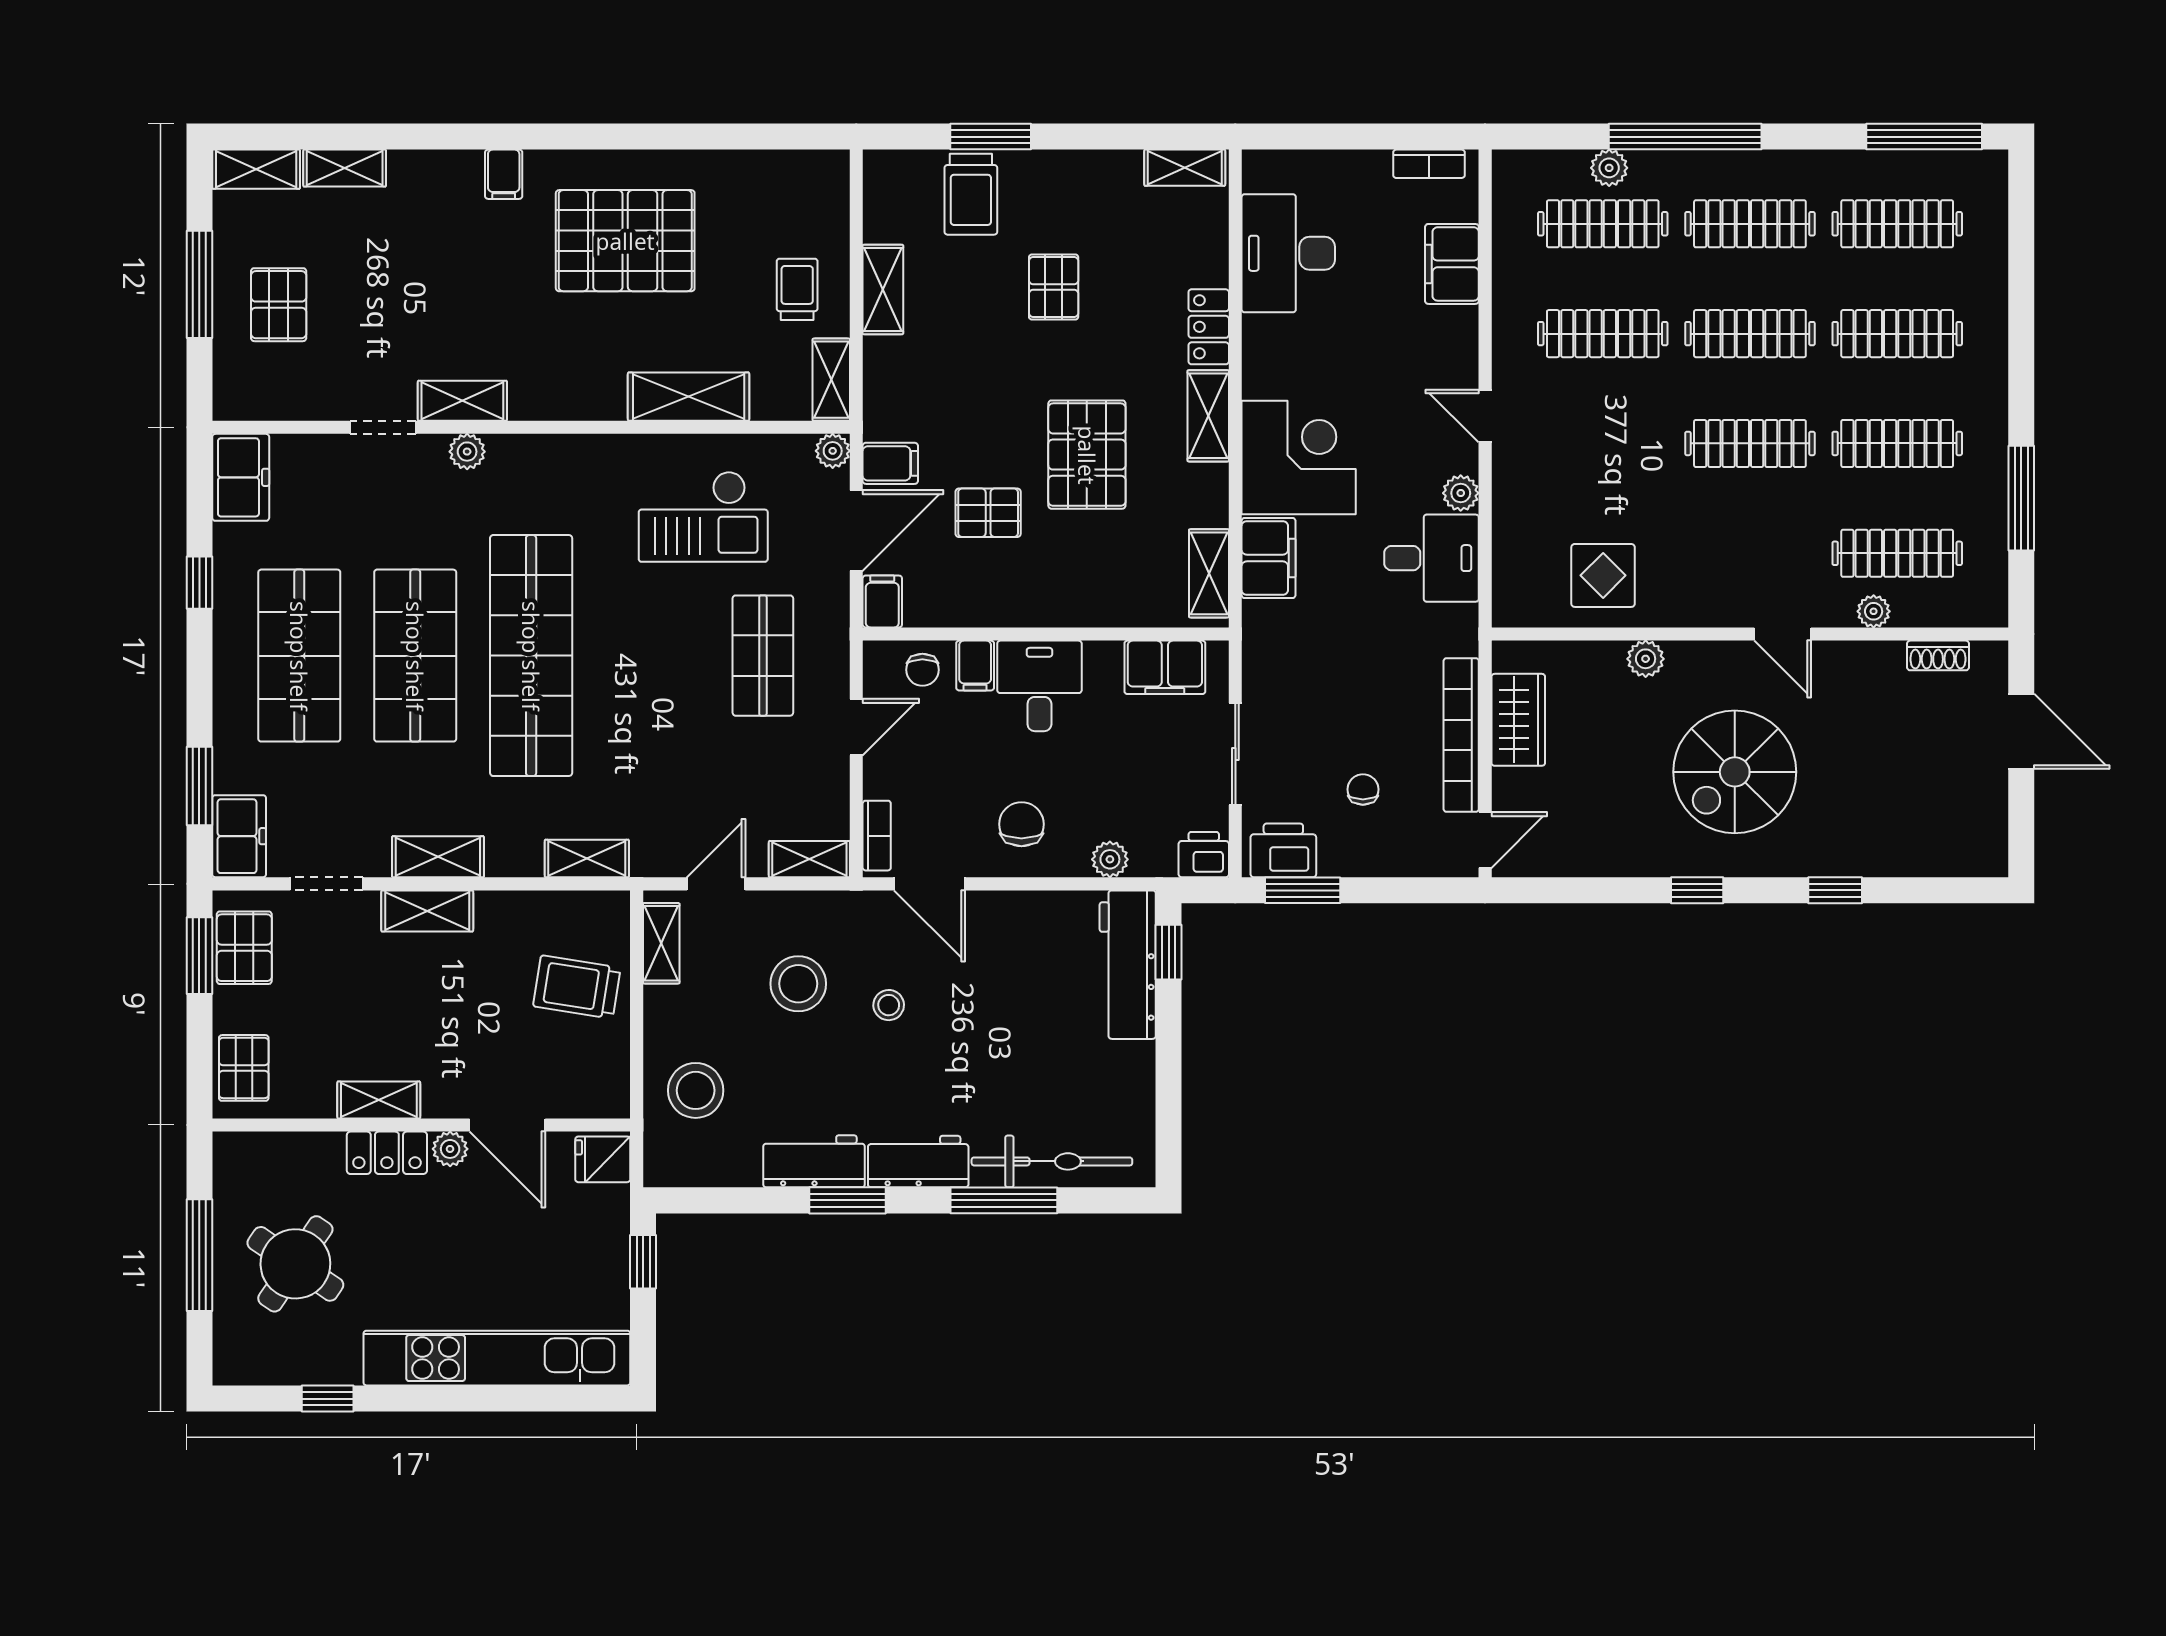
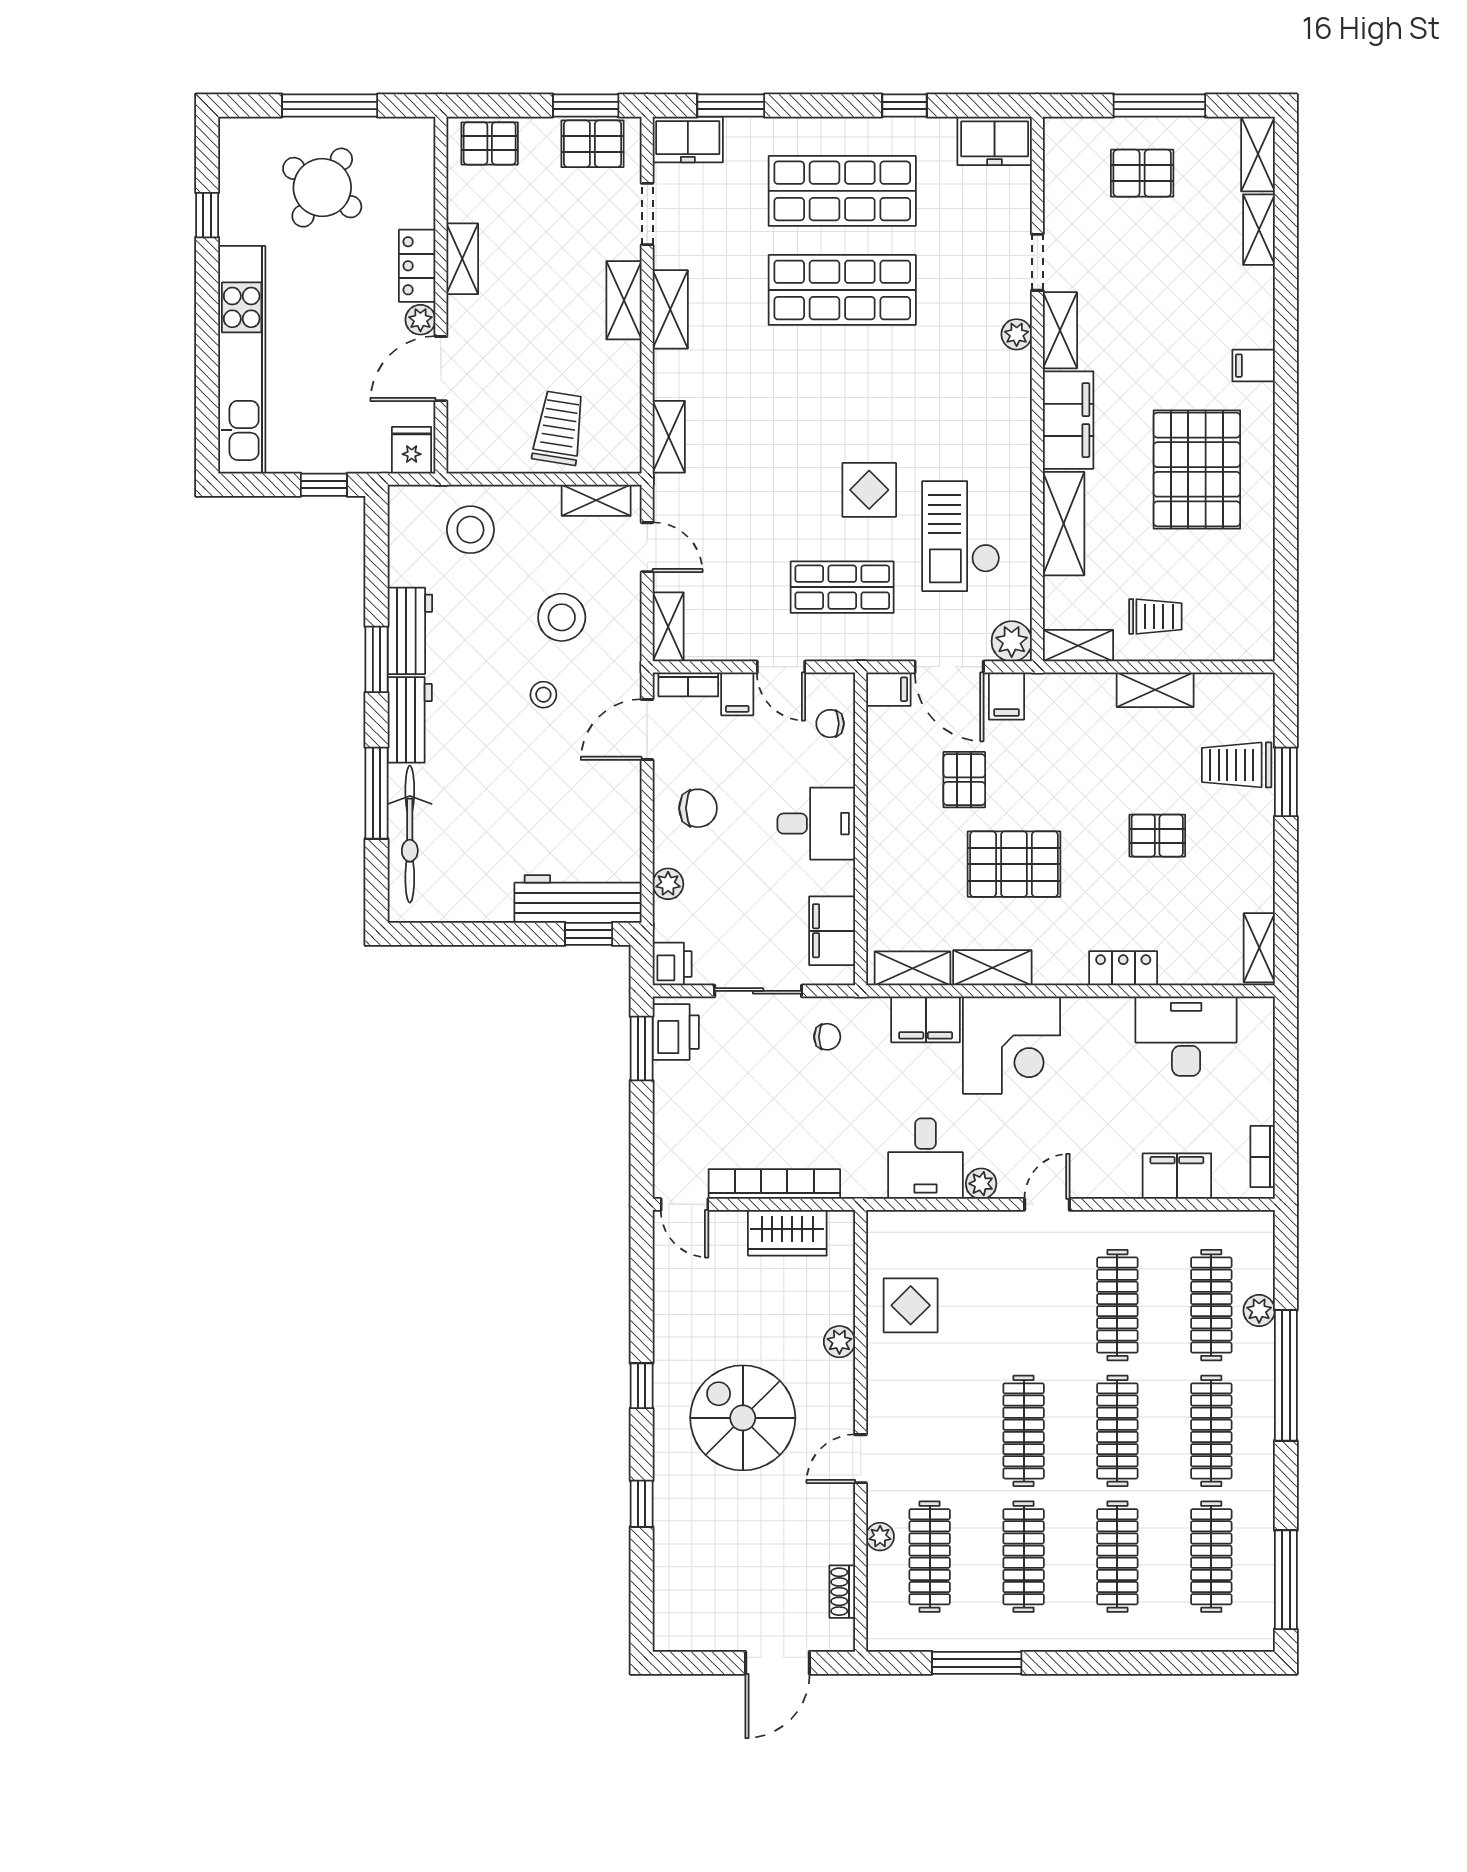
filing cabinet: (567, 391) -> (1068, 420), added
shelving: (1208, 416) -> (992, 968), moved
plant: (833, 451) -> (1012, 641), width x1.38, depth x1.38
display table: (649, 624) -> (869, 490), added
shop shelf: (531, 656) -> (842, 389), removed
filing cabinet: (975, 666) -> (737, 694), moved, turned -90
chair: (1363, 789) -> (827, 1037), moved

